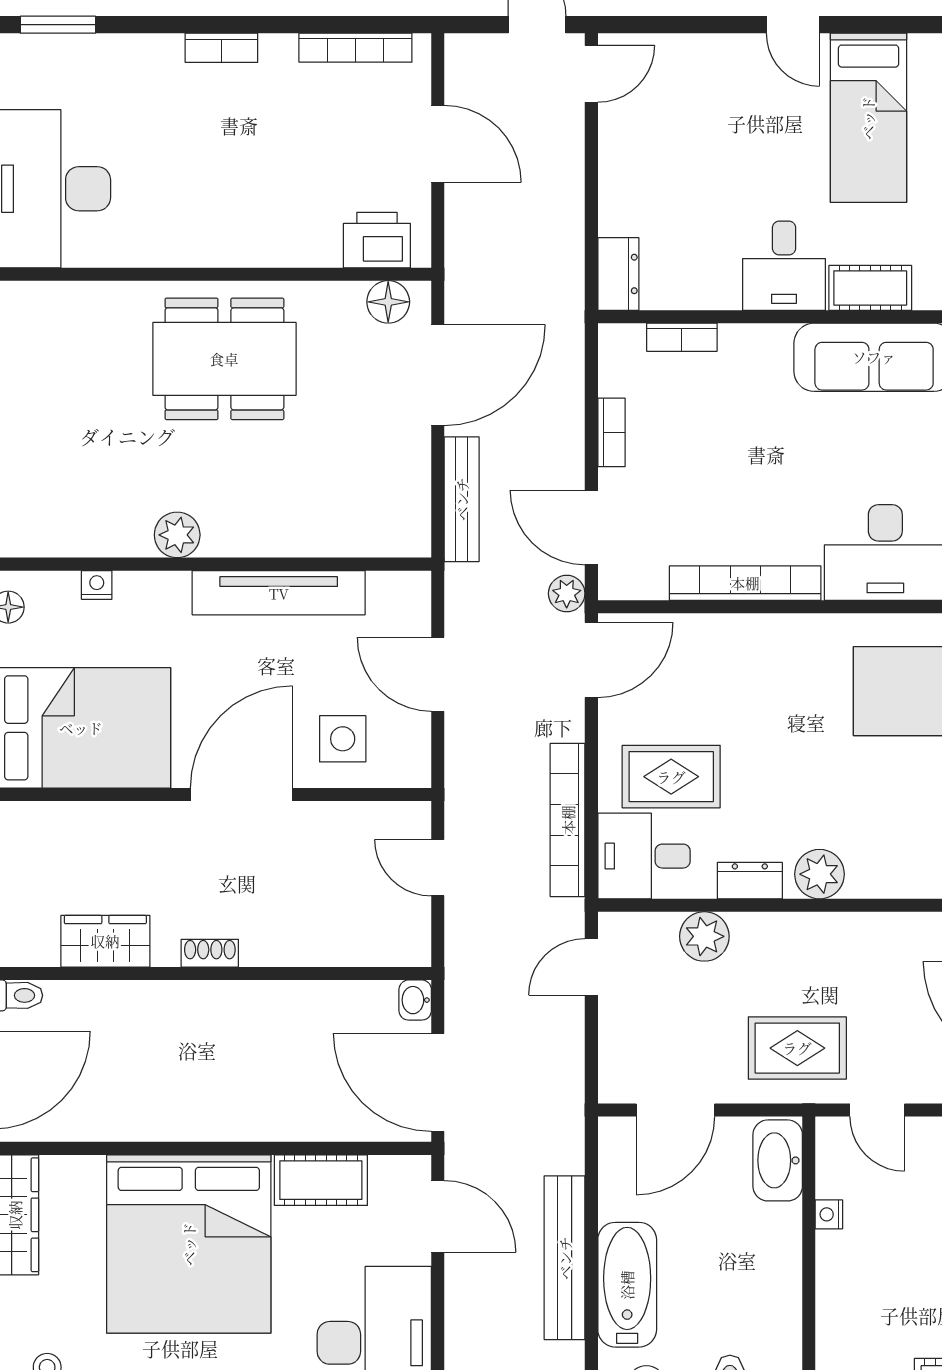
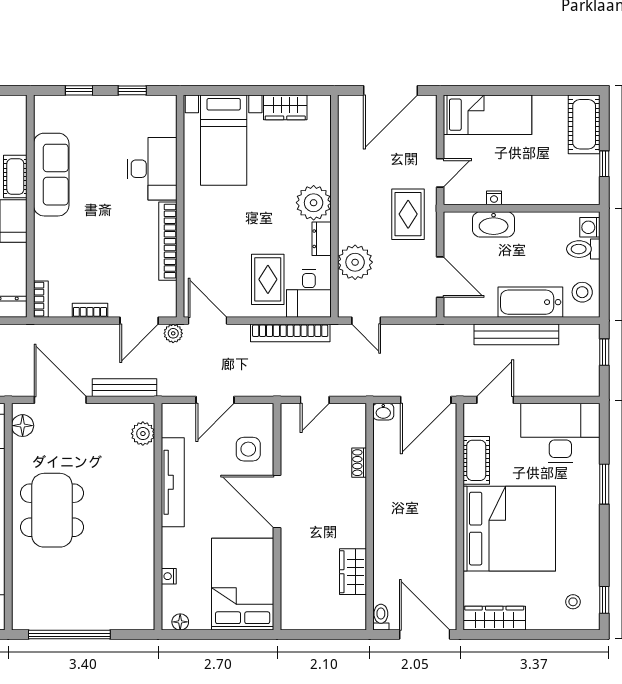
bookcase: (682, 337) -> (41, 299), moved
plant: (177, 535) -> (143, 434), moved
plant: (820, 874) -> (314, 203), width x1.36, depth x1.36
plant: (704, 936) -> (355, 262), width x1.36, depth x1.36
shoe rack: (210, 953) -> (359, 463), moved
washbasin: (778, 1160) -> (494, 224), moved

